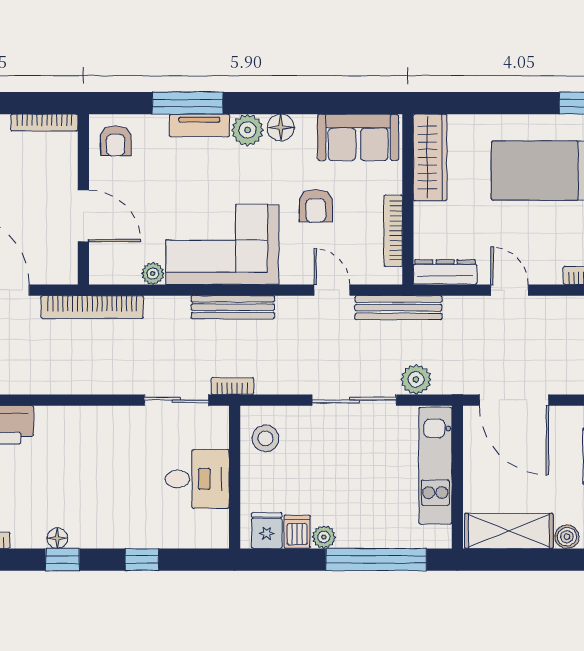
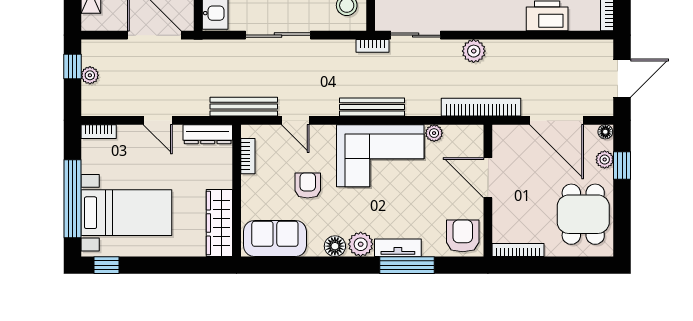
armchair: (116, 141) -> (463, 236), width x1.38, depth x1.38
bookcase: (393, 231) -> (248, 156), width x0.64
plant: (416, 379) -> (474, 51), moved

